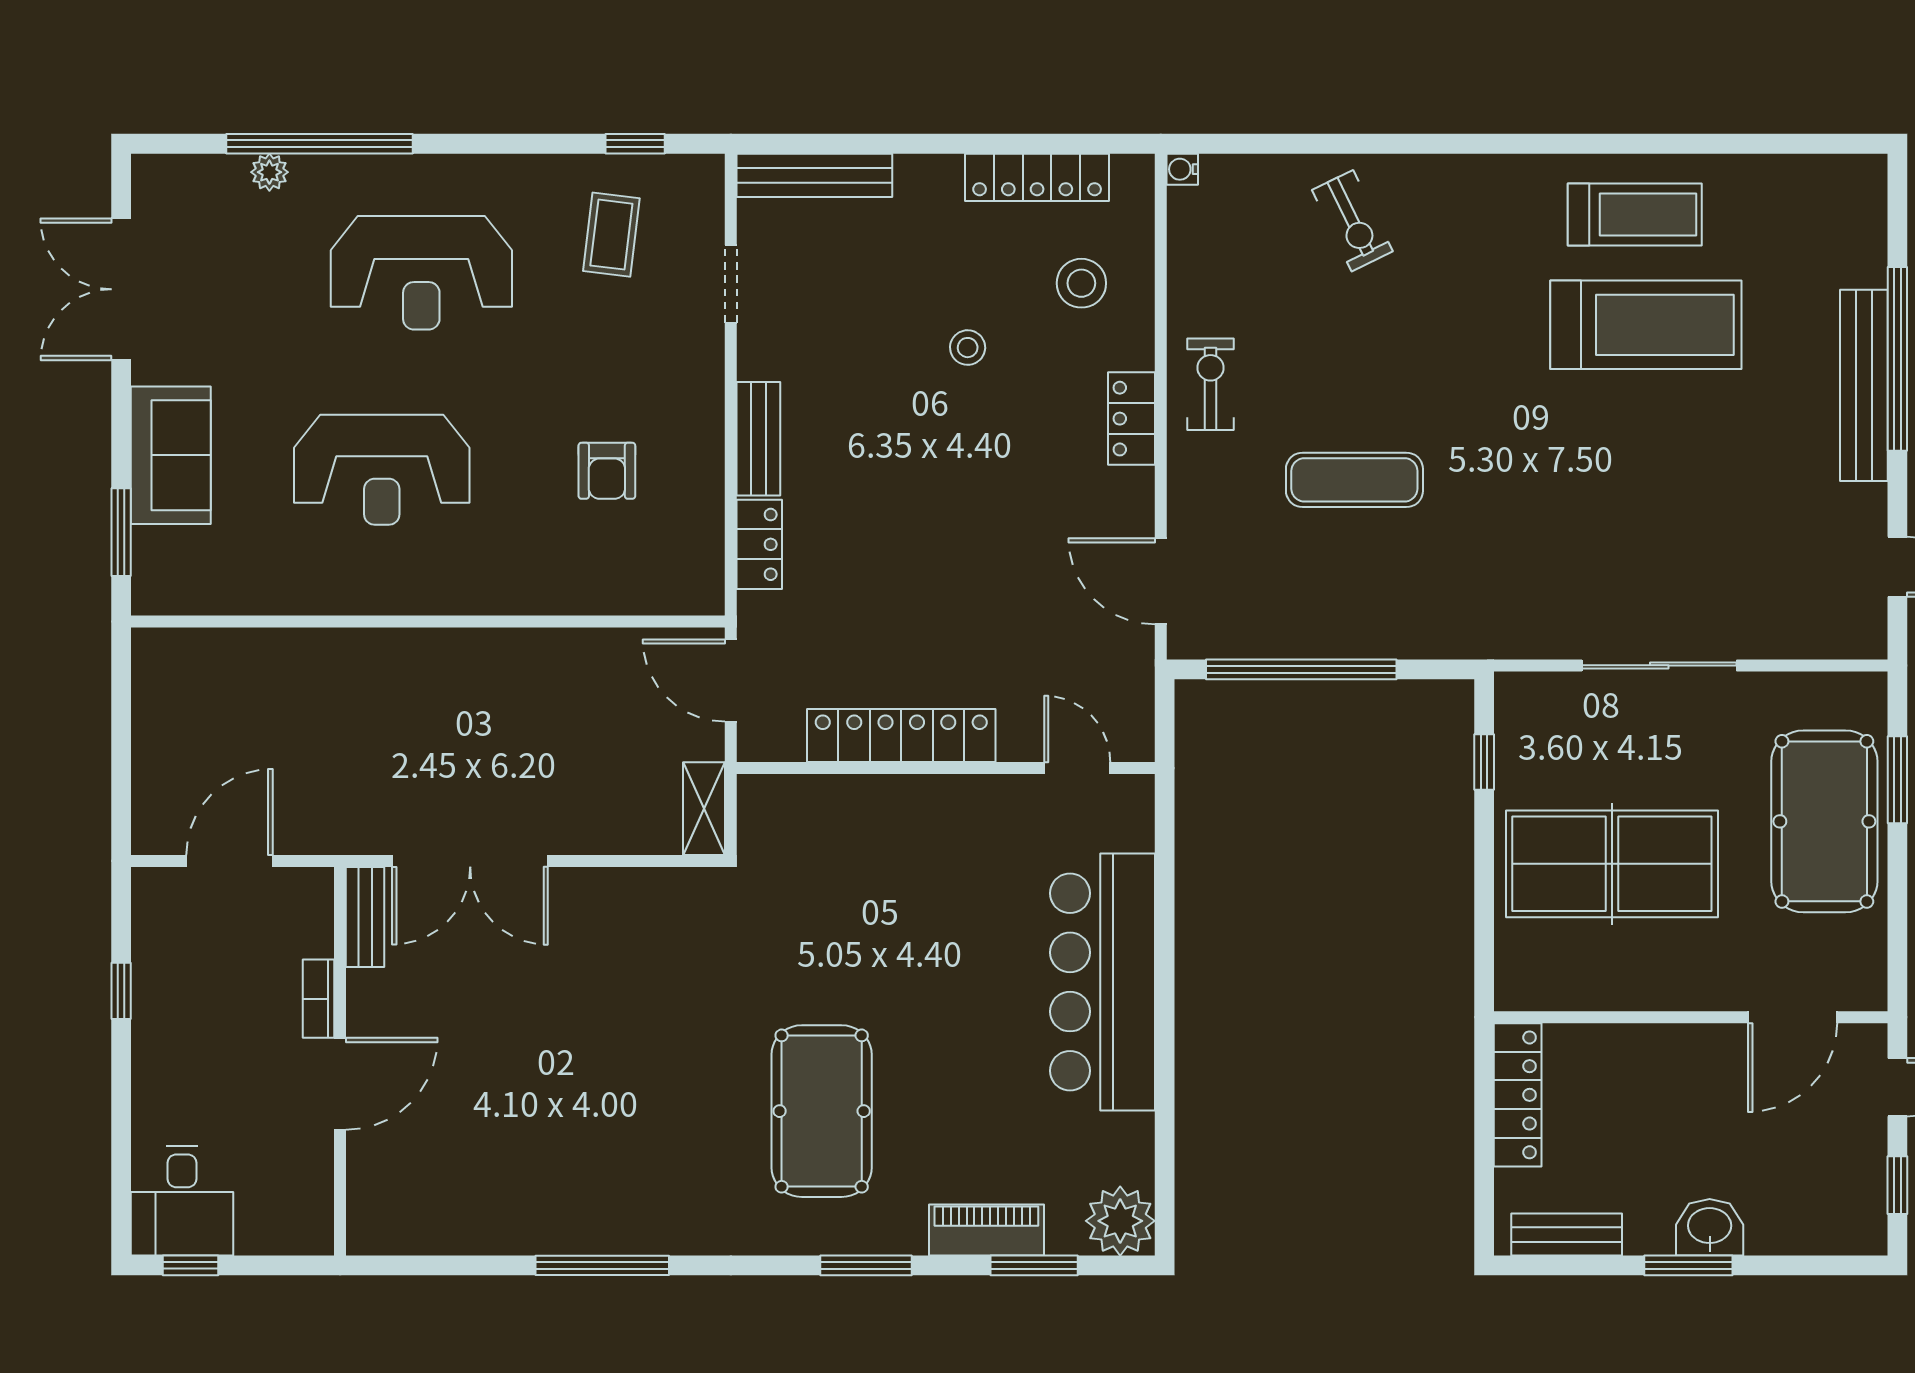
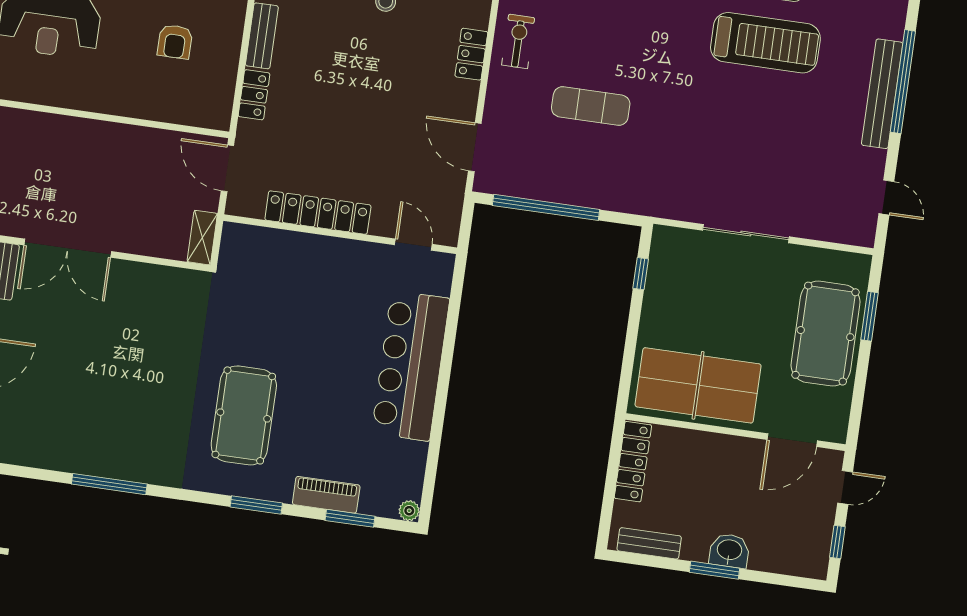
table tennis table: (1612, 864) -> (698, 385), moved
plant: (1120, 1221) -> (409, 511), width x0.53, depth x0.53

